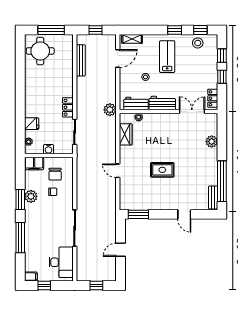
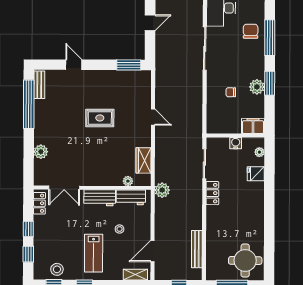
chair: (55, 174) -> (251, 31), moved

